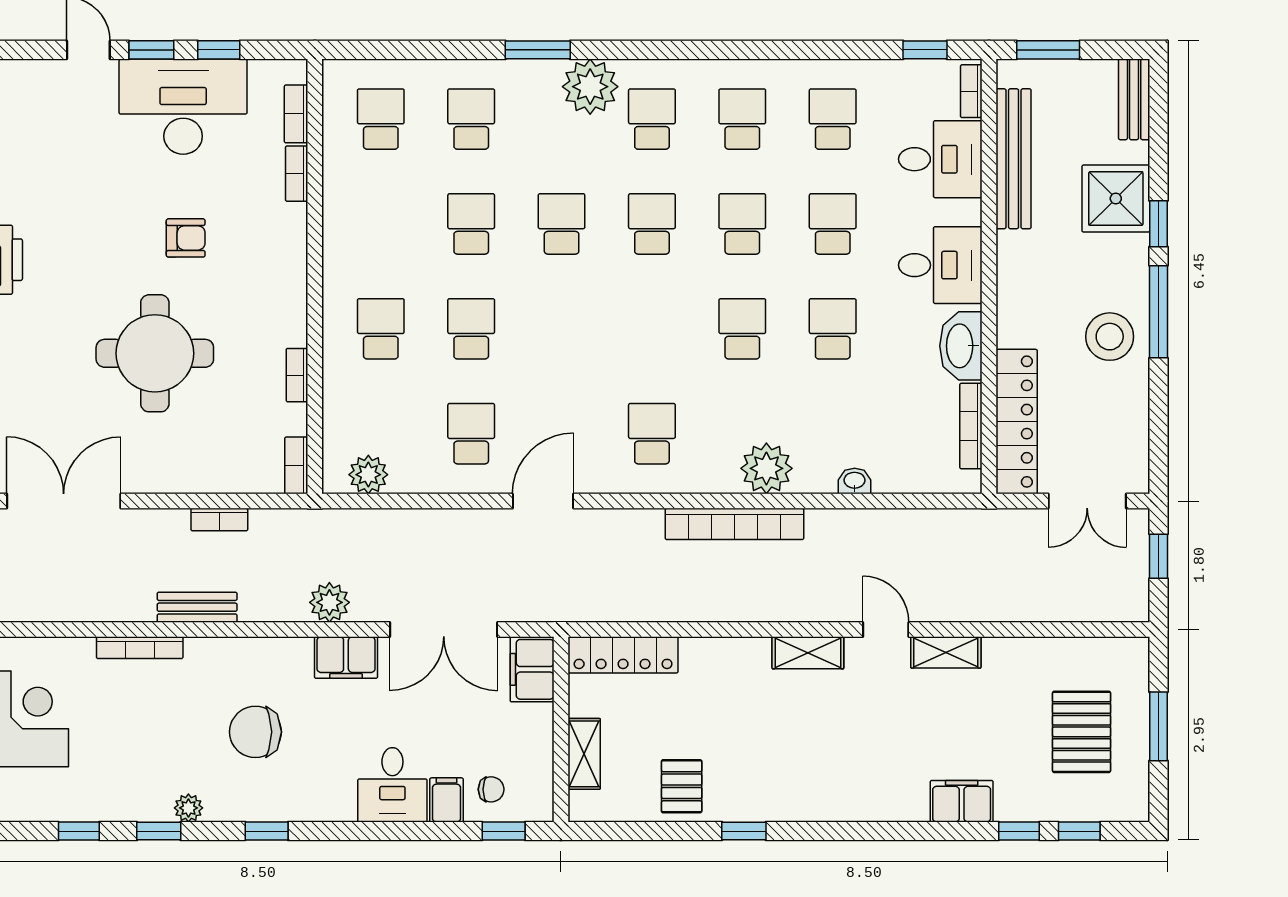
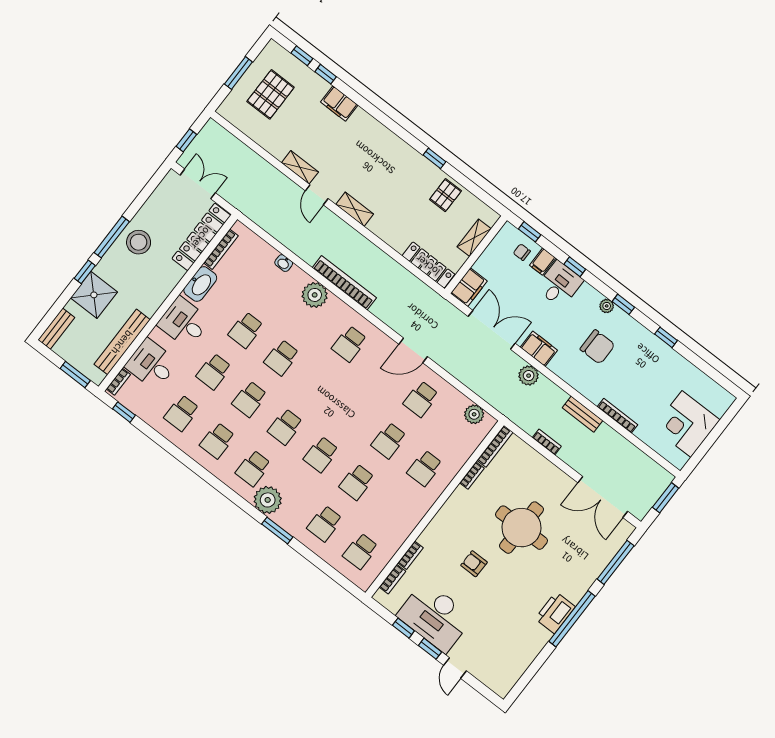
bookcase: (296, 465) -> (495, 446), width x1.56
plant: (188, 808) -> (607, 306), moved
window: (79, 831) -> (575, 267), moved

